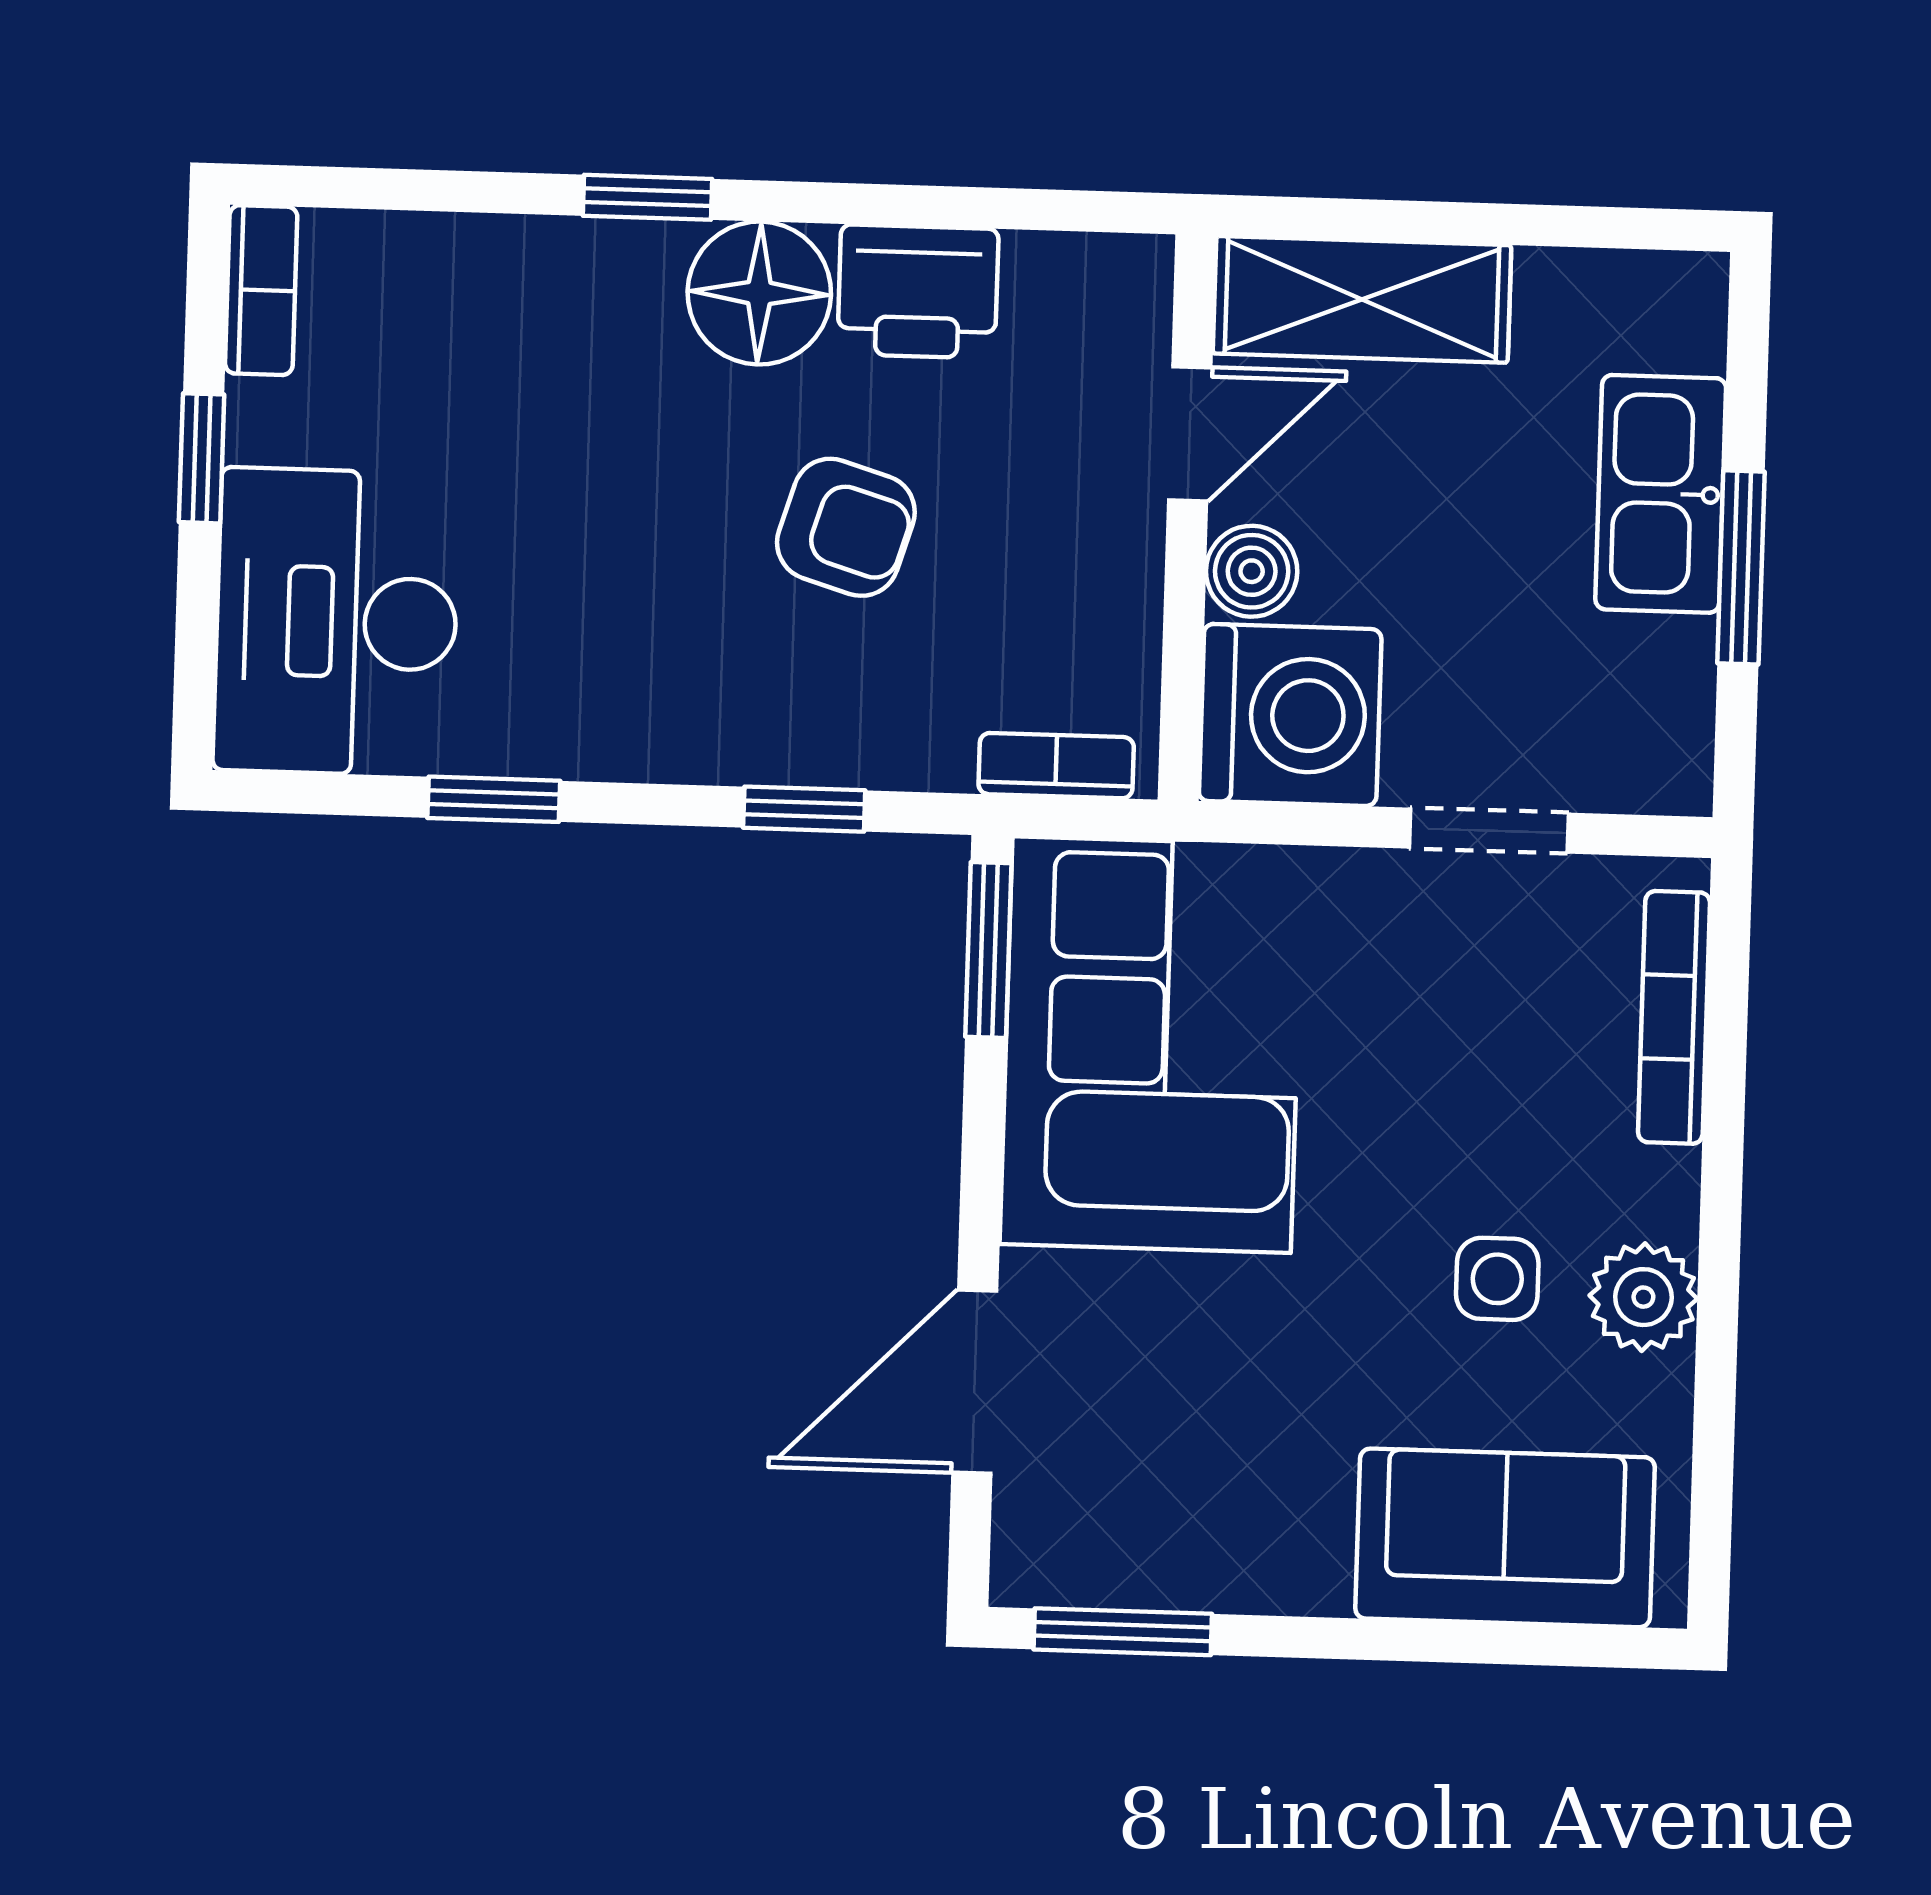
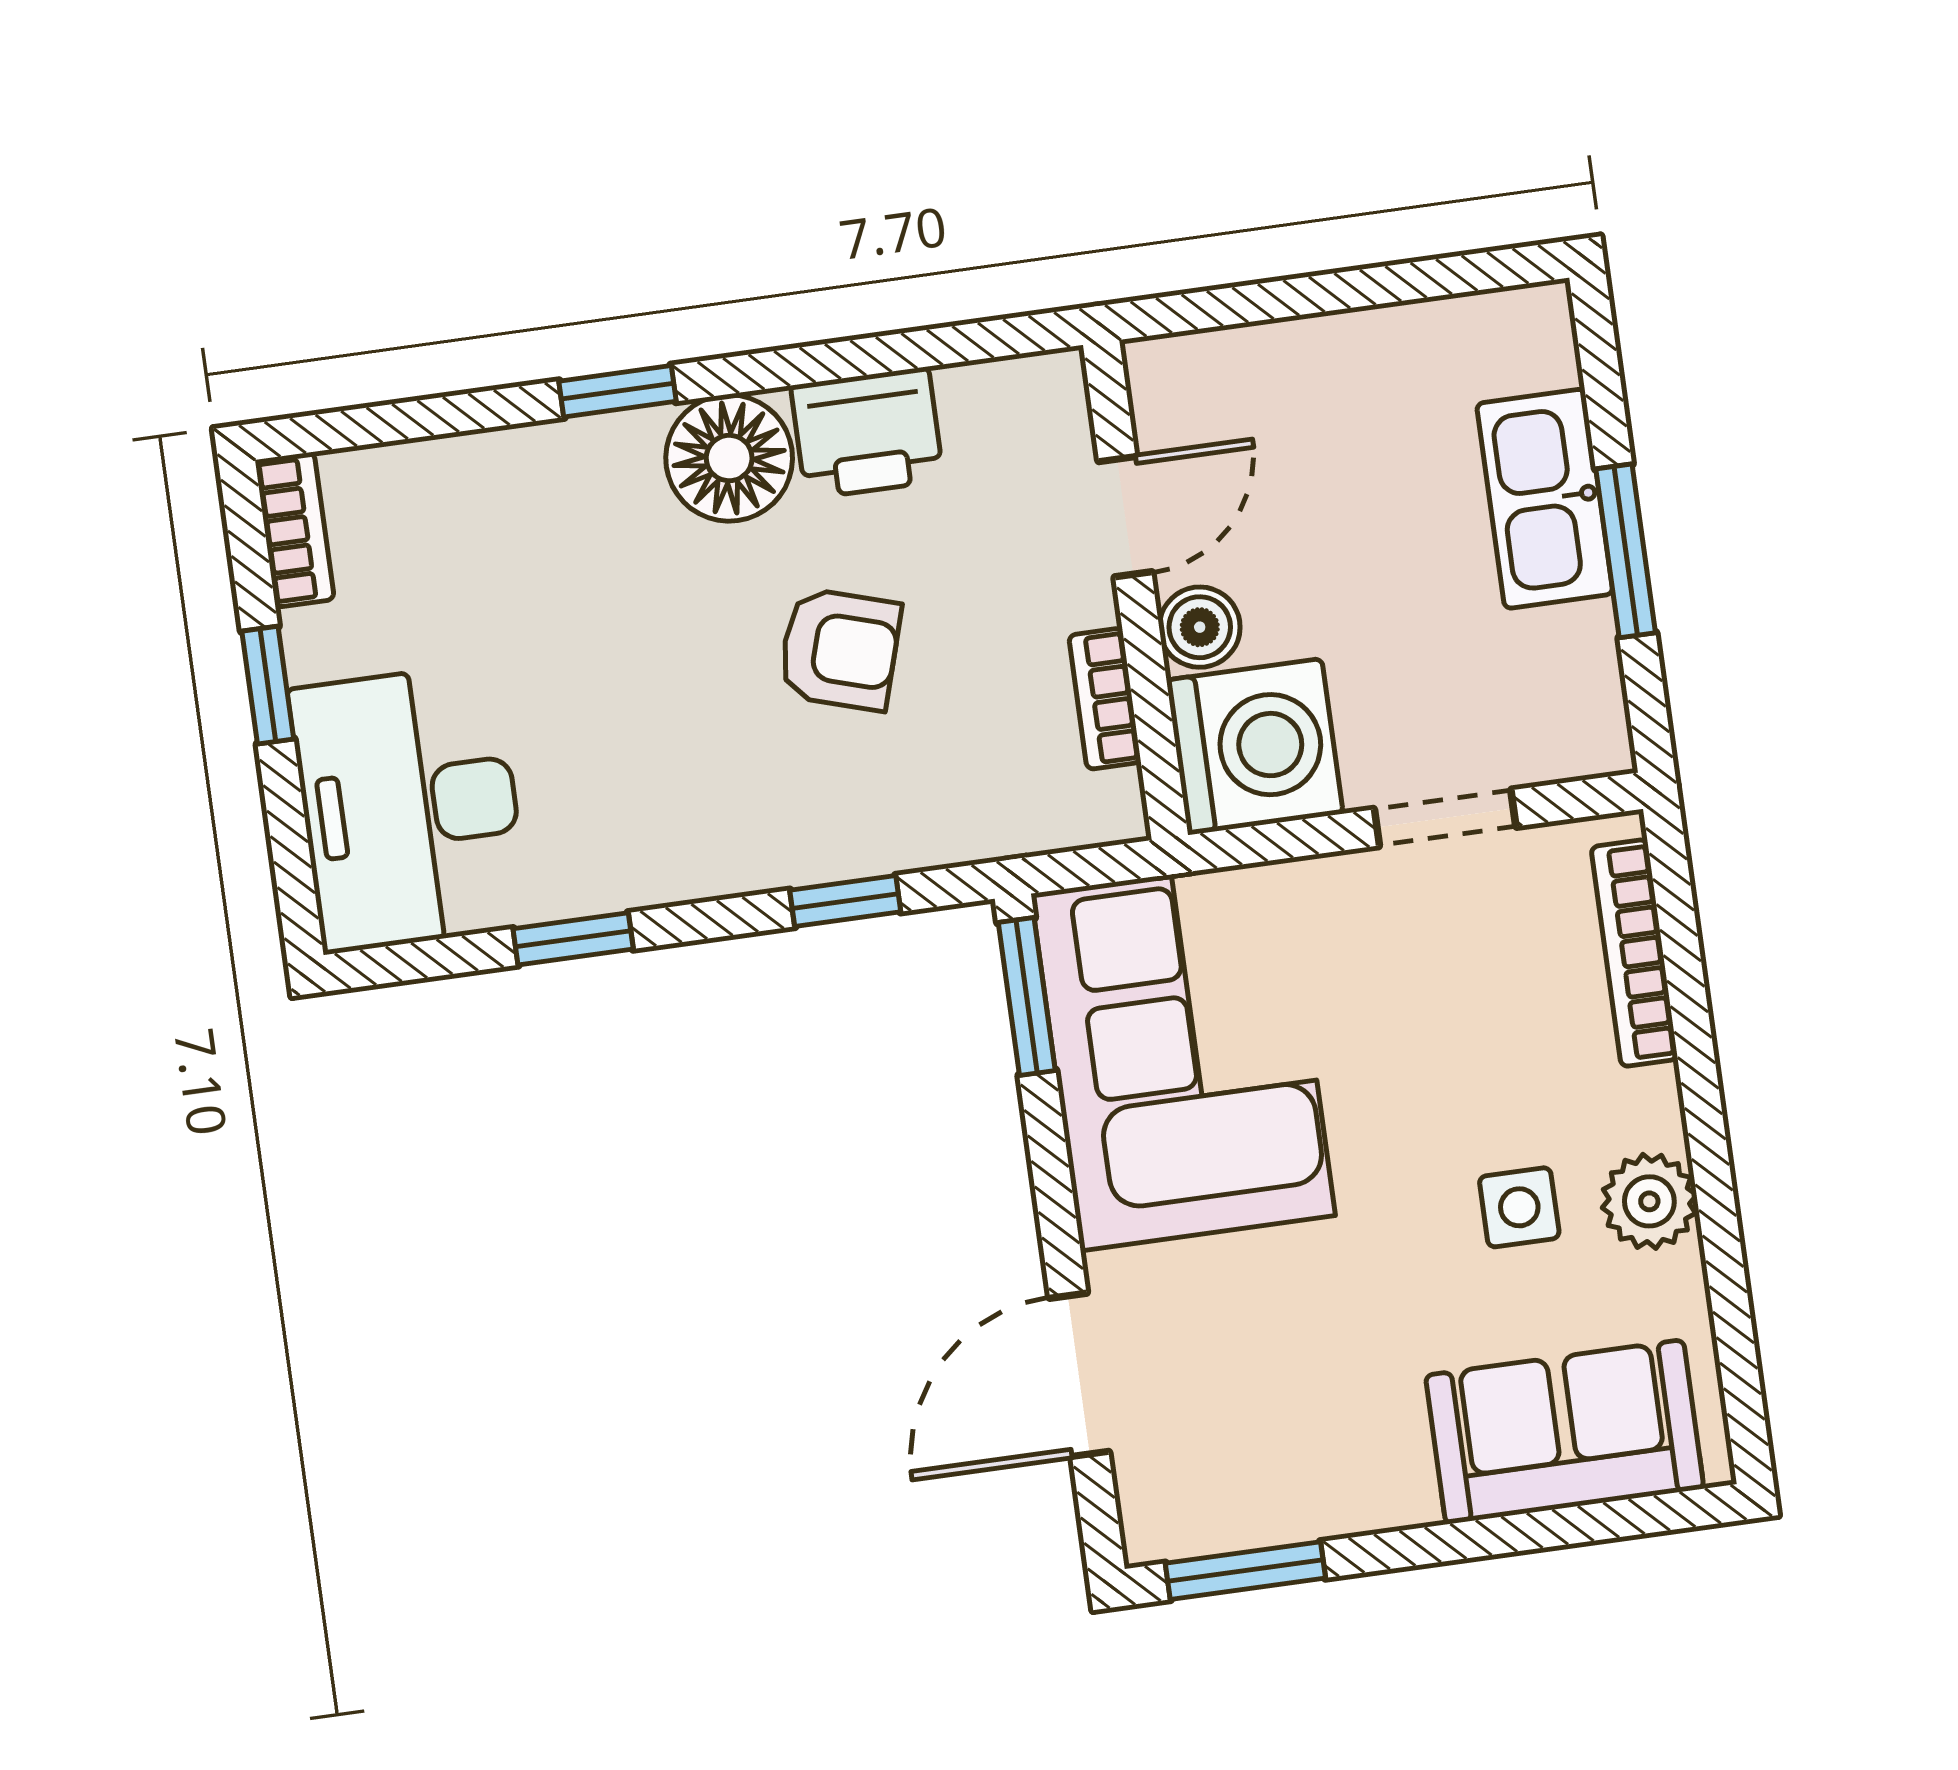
shelving: (1362, 299) -> (1255, 374), removed
bookcase: (1056, 766) -> (1105, 699), moved, turned -90

